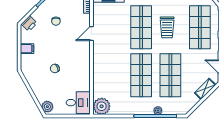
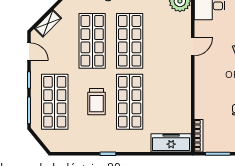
trolley: (167, 27) -> (96, 102), turned 180
door: (91, 33) -> (193, 46), moved

